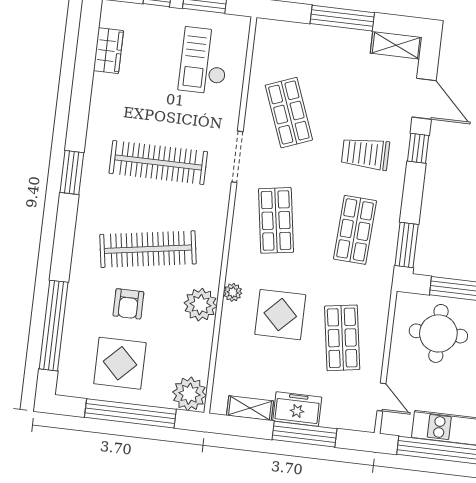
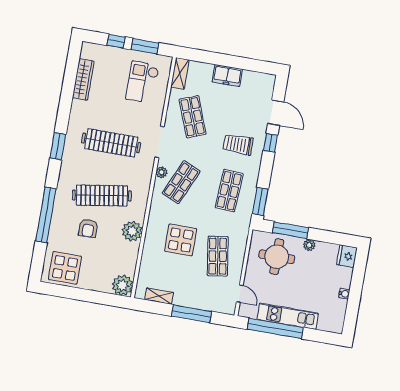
window: (342, 18) -> (228, 61), removed
shelving: (396, 45) -> (180, 73), moved, turned 90
wardrobe: (108, 51) -> (83, 79), width x1.50
shop shelf: (276, 220) -> (181, 182), turned 33
plant: (233, 292) -> (161, 172), moved
window: (54, 326) -> (46, 215), moved
display table: (120, 363) -> (65, 268), moved
freezer: (297, 409) -> (227, 76), moved, turned 180
window: (130, 413) -> (86, 295), removed

